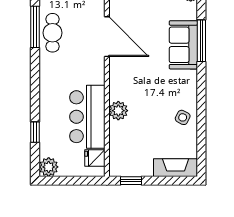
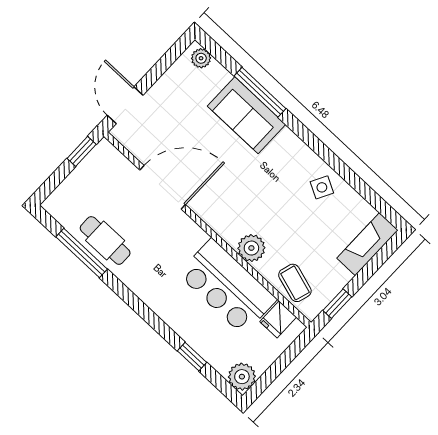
coffee table: (121, 149) -> (295, 283), added

